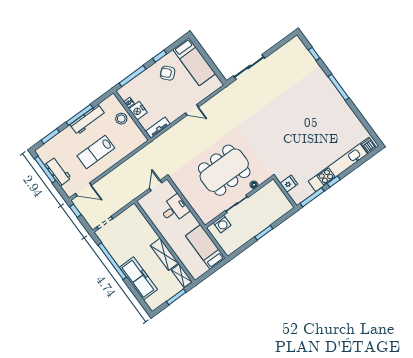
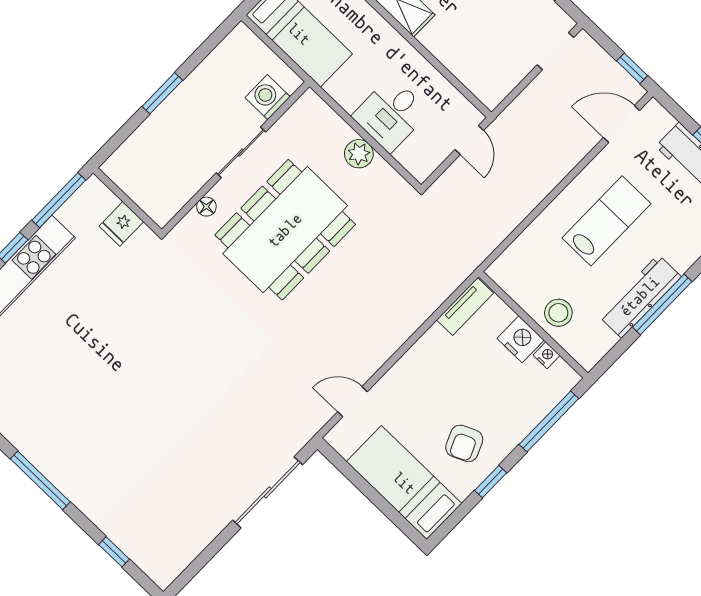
armchair: (168, 73) -> (464, 443), turned 108
door: (192, 110) -> (352, 402), moved
door: (156, 186) -> (469, 140), moved
plant: (190, 195) -> (359, 154), added

